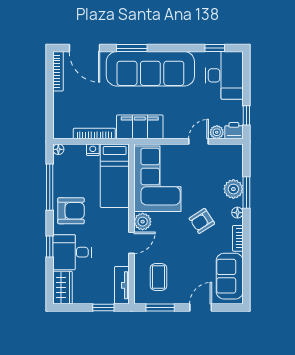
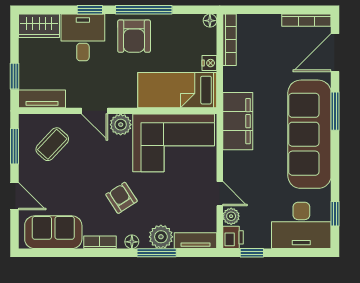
bookcase: (94, 134) -> (229, 40), moved
tv unit: (237, 161) -> (196, 241), added
window: (50, 187) -> (144, 10), moved
coffee table: (158, 277) -> (52, 144), turned -47

